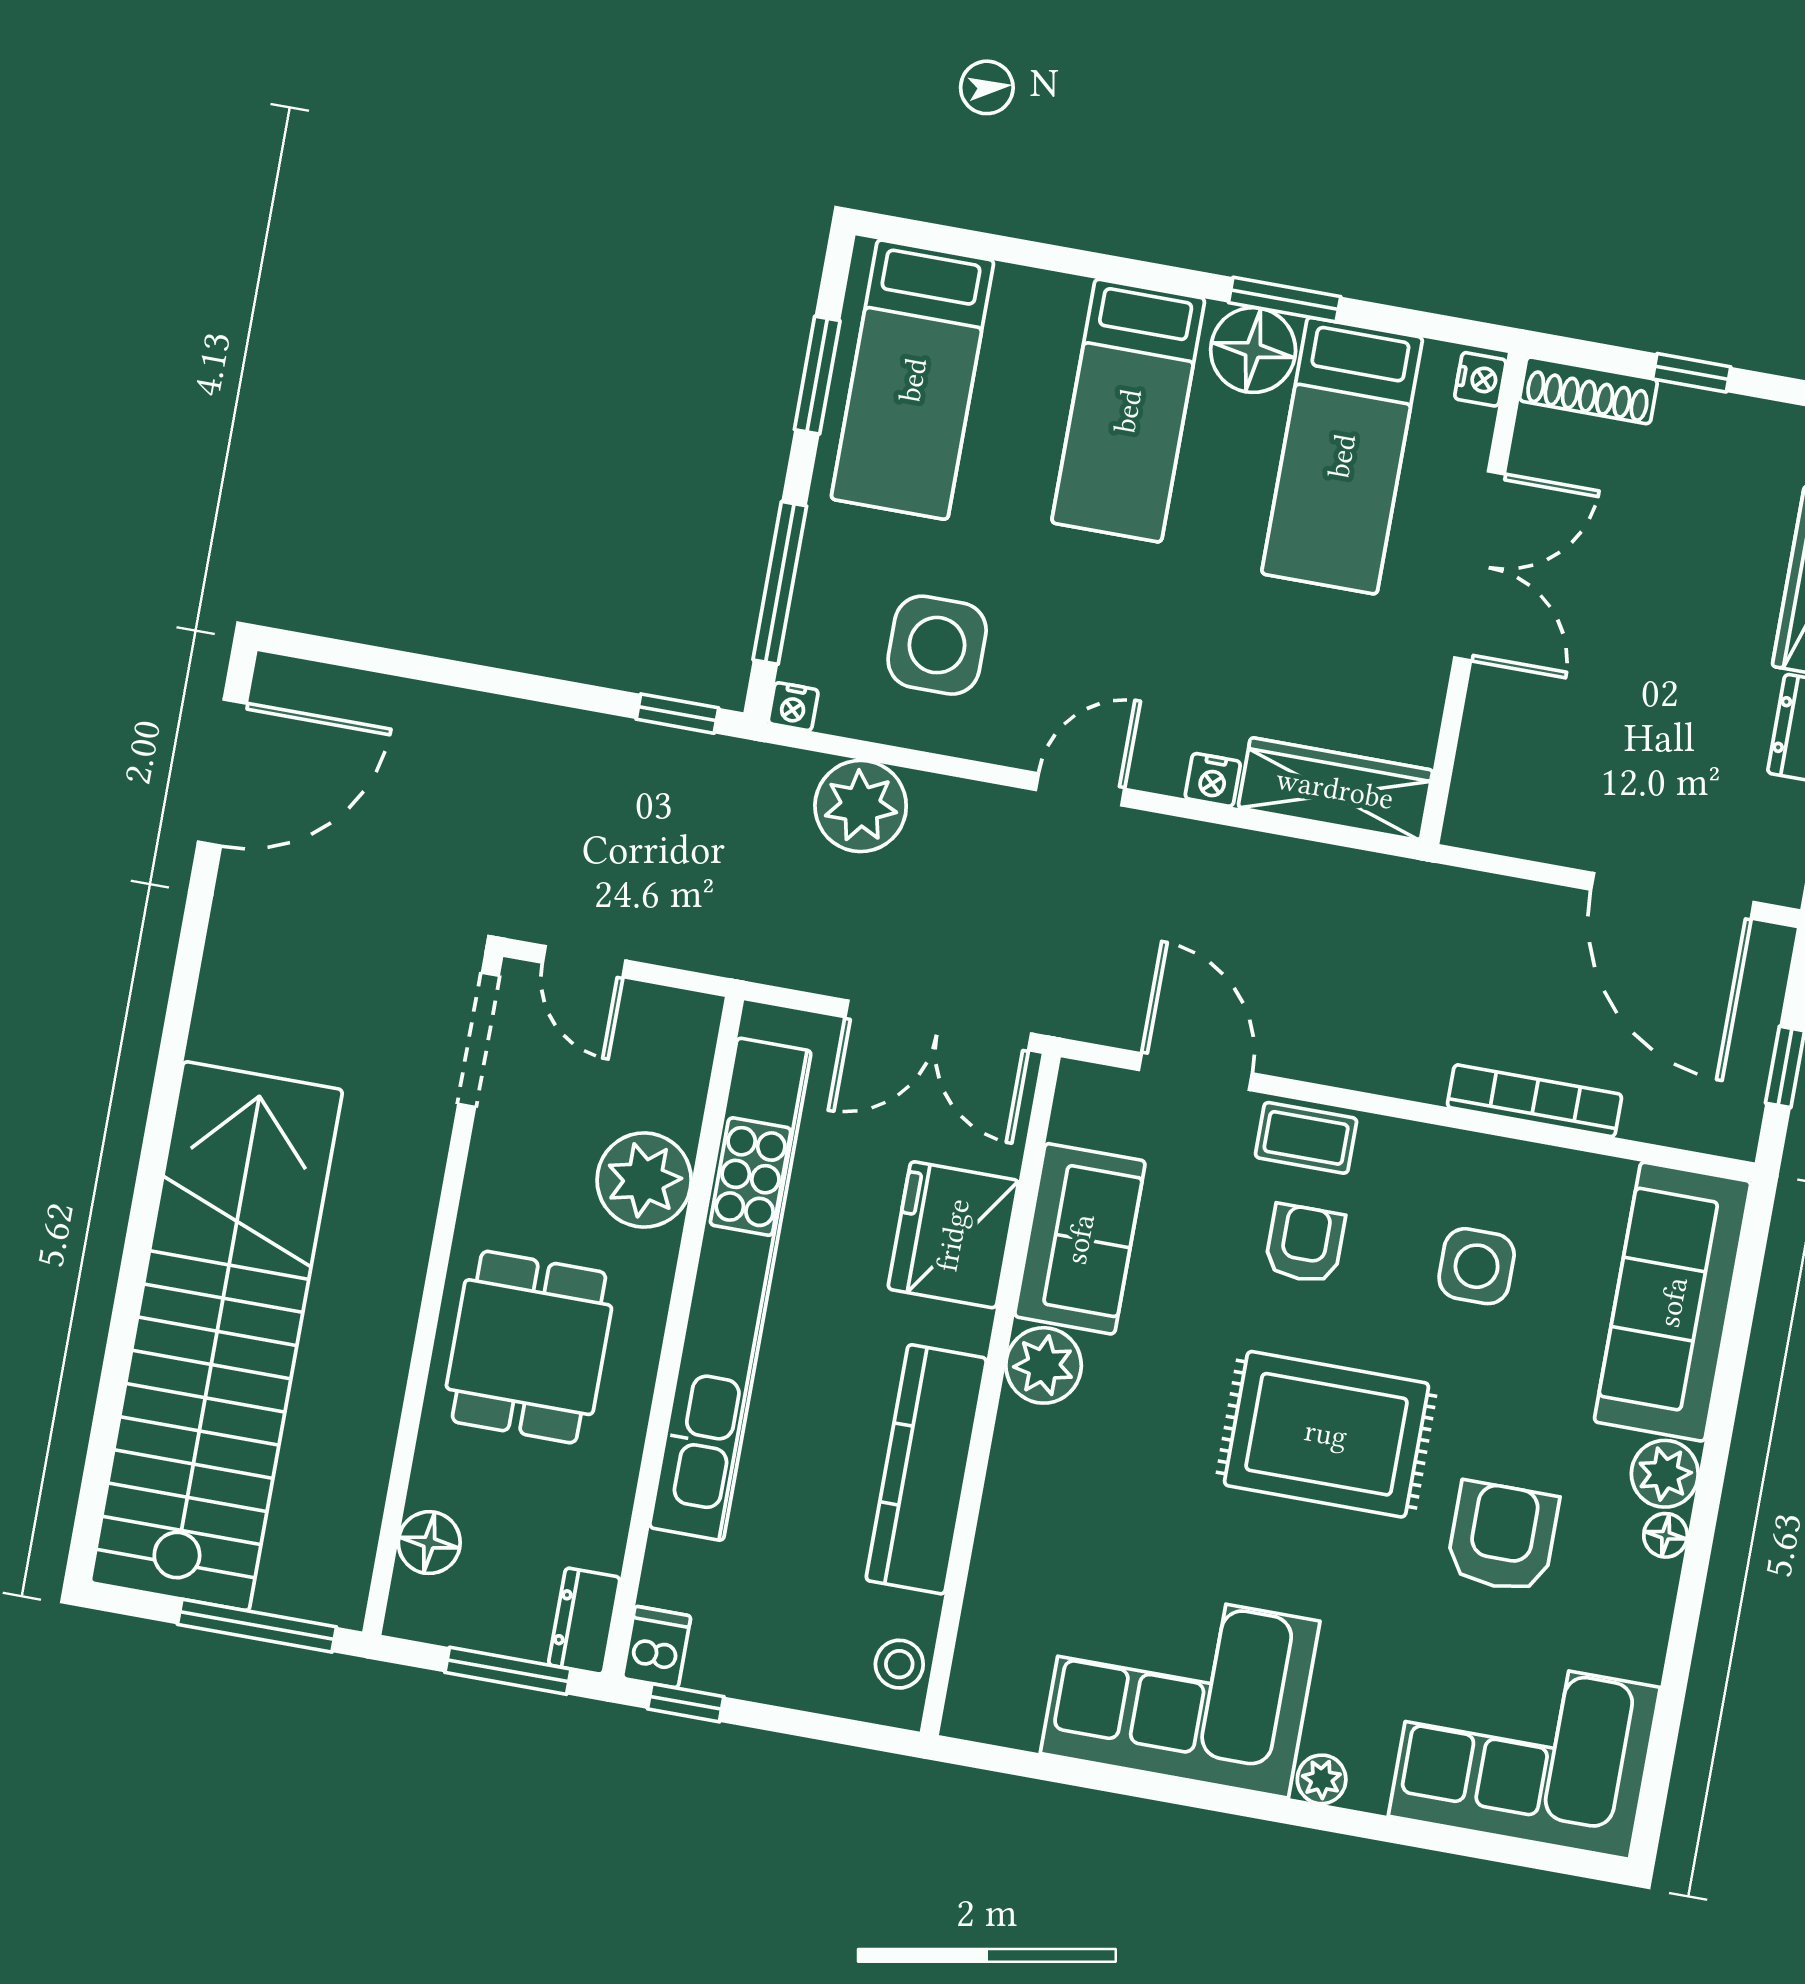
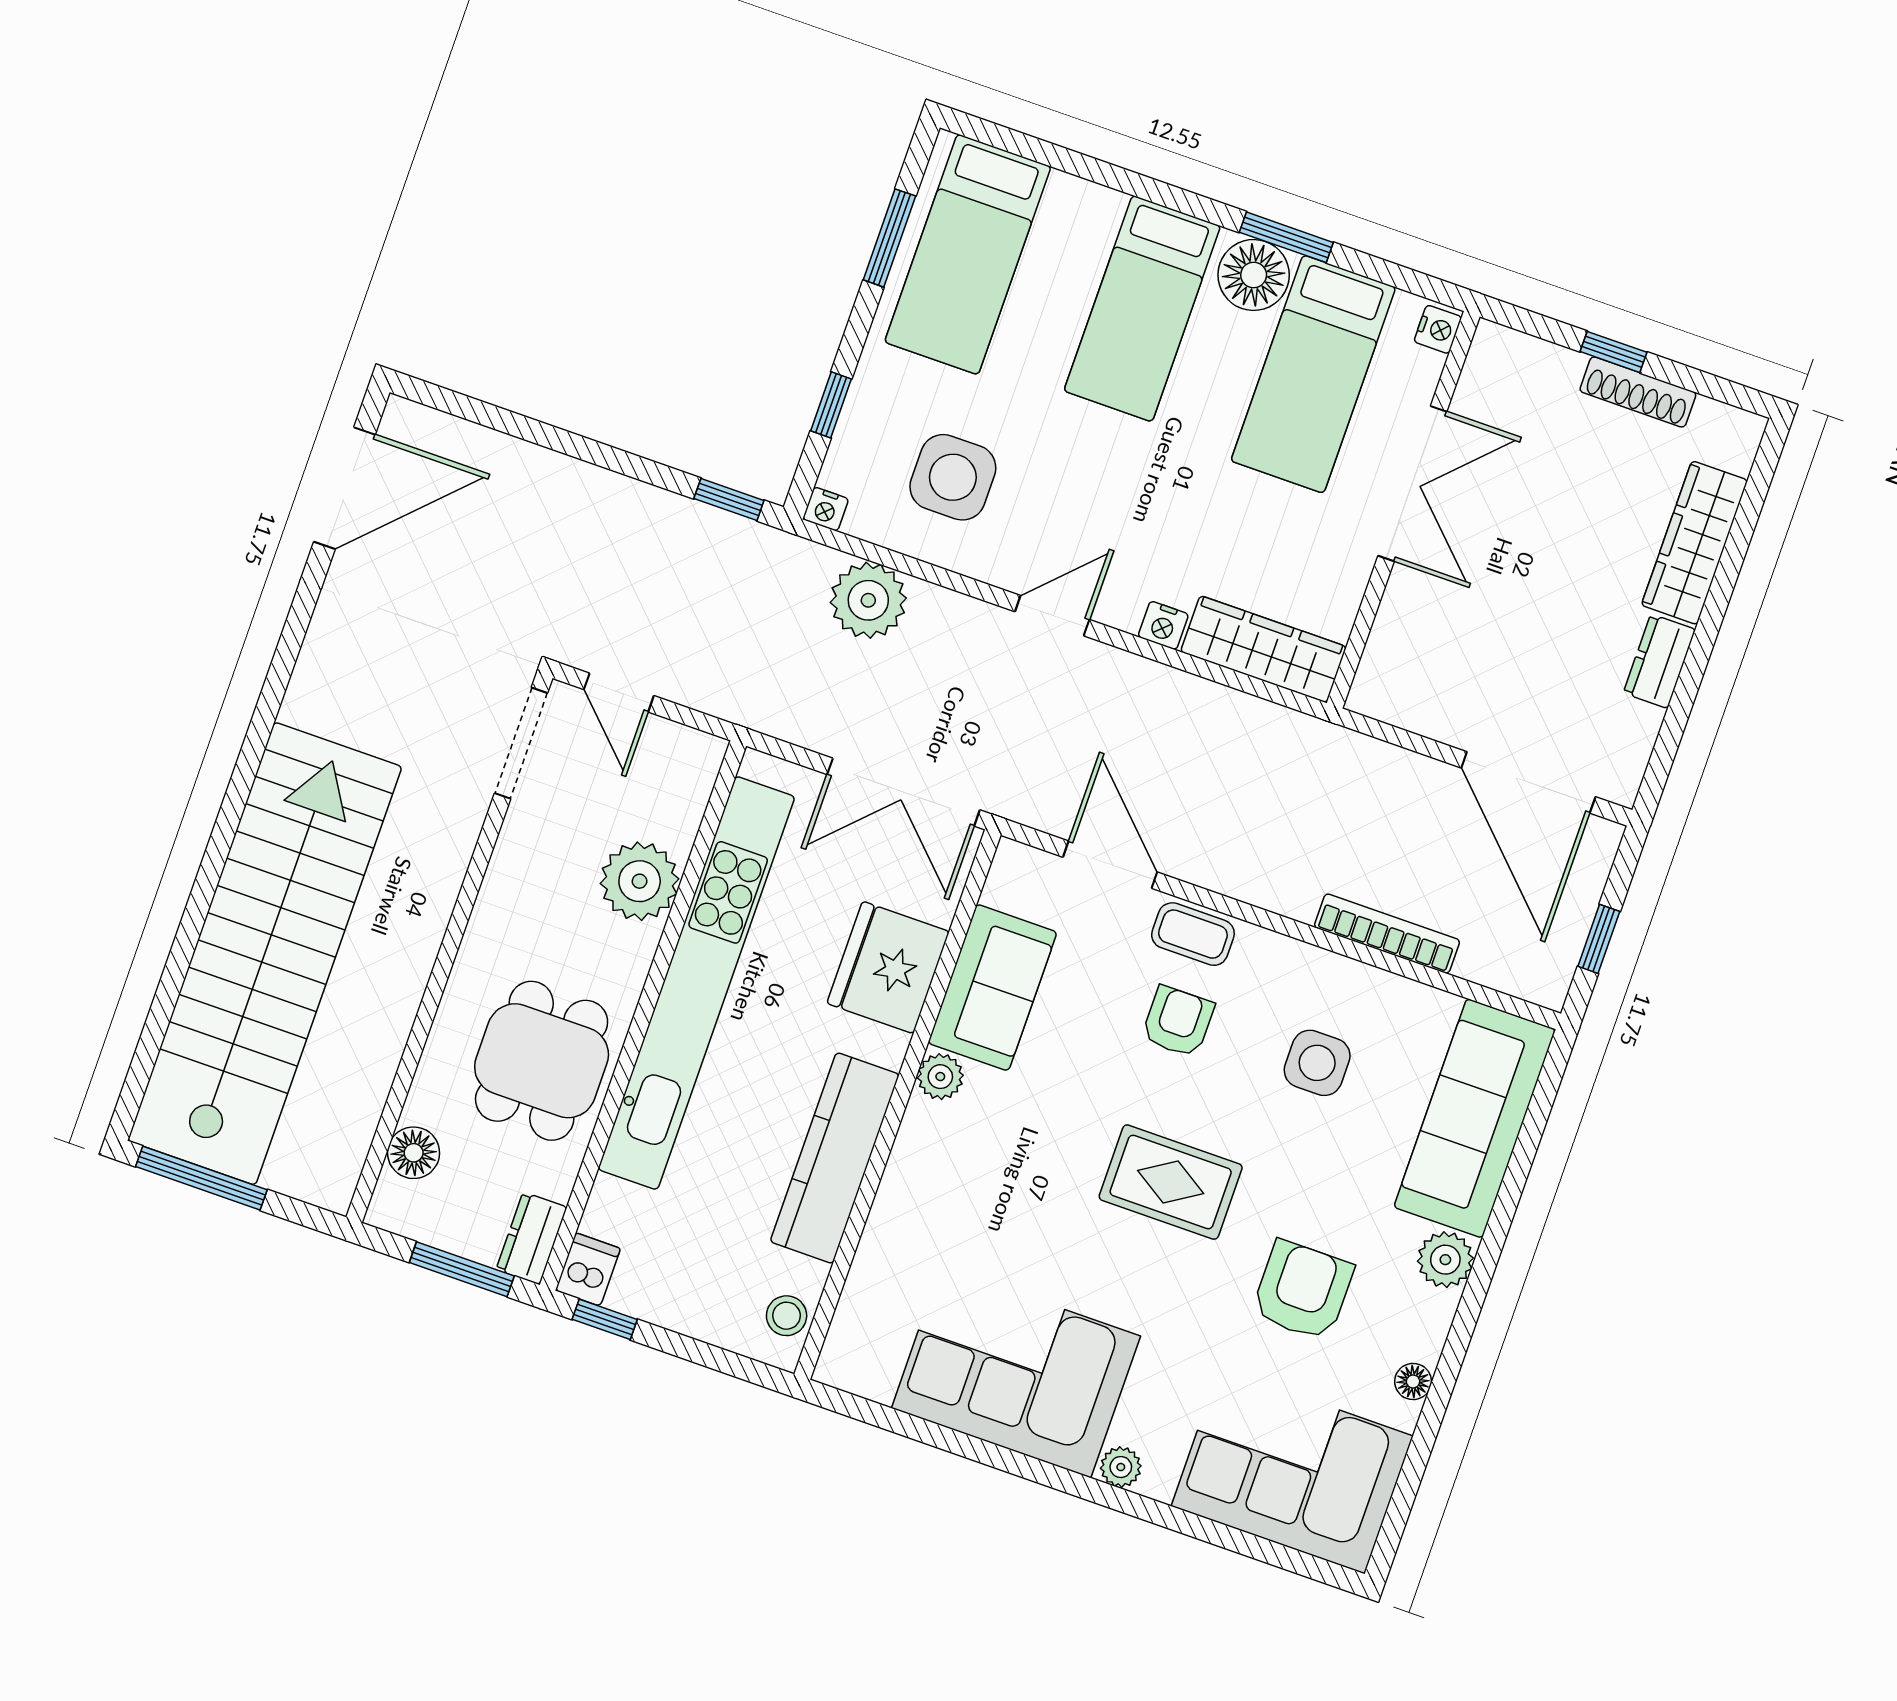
shoe rack: (1588, 390) -> (1638, 392), moved
window: (780, 583) -> (831, 405), width x0.46
dining table: (529, 1347) -> (542, 1061), moved
plant: (1044, 1365) -> (940, 1077), width x0.73, depth x0.73
rug: (1326, 1434) -> (1171, 1182), width x0.73, depth x0.70
floor lamp: (1666, 1535) -> (1413, 1382), moved
window: (257, 1626) -> (201, 1178), moved

